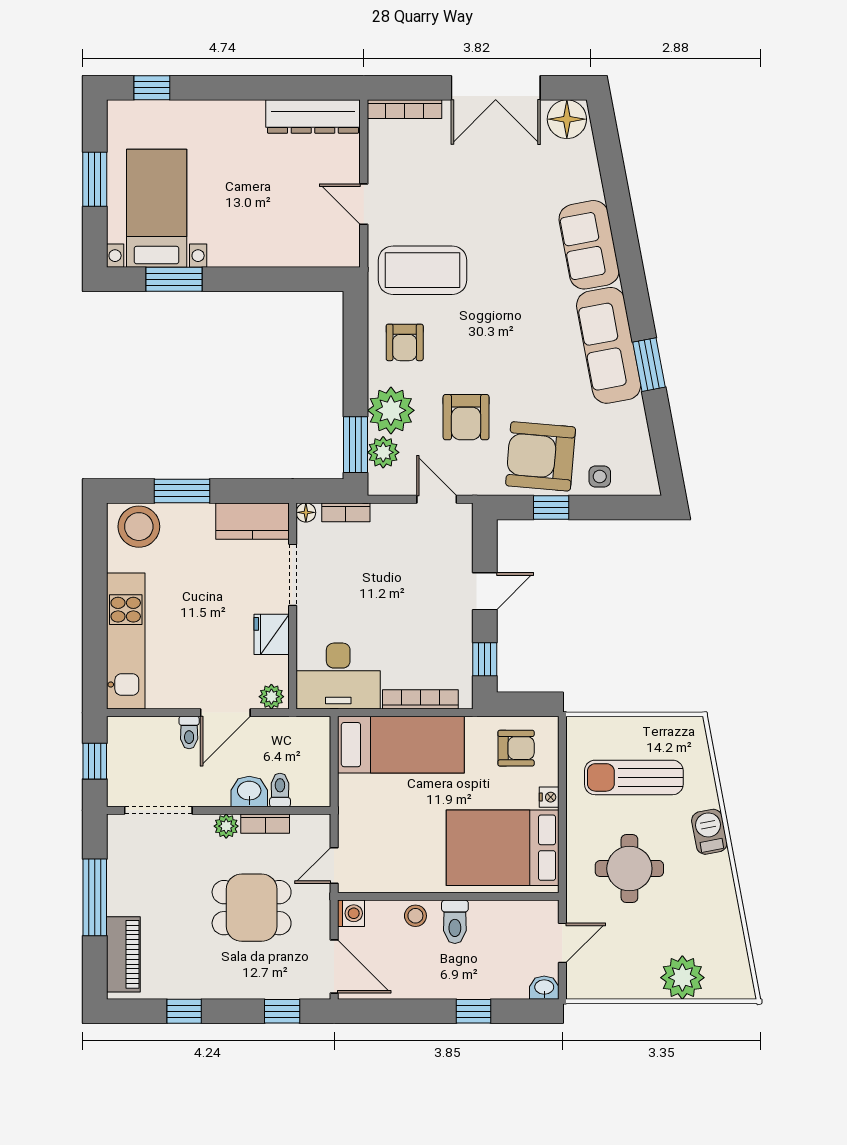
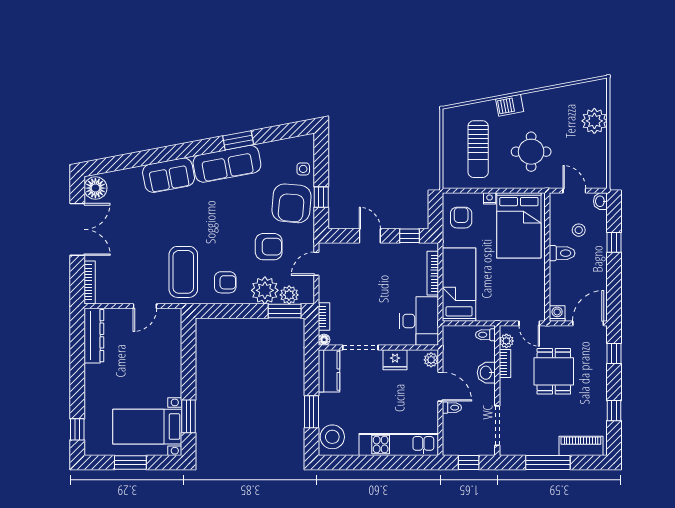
toilet: (280, 790) -> (485, 335), moved
plant: (226, 826) -> (506, 341), moved
stool: (415, 916) -> (579, 230), moved

